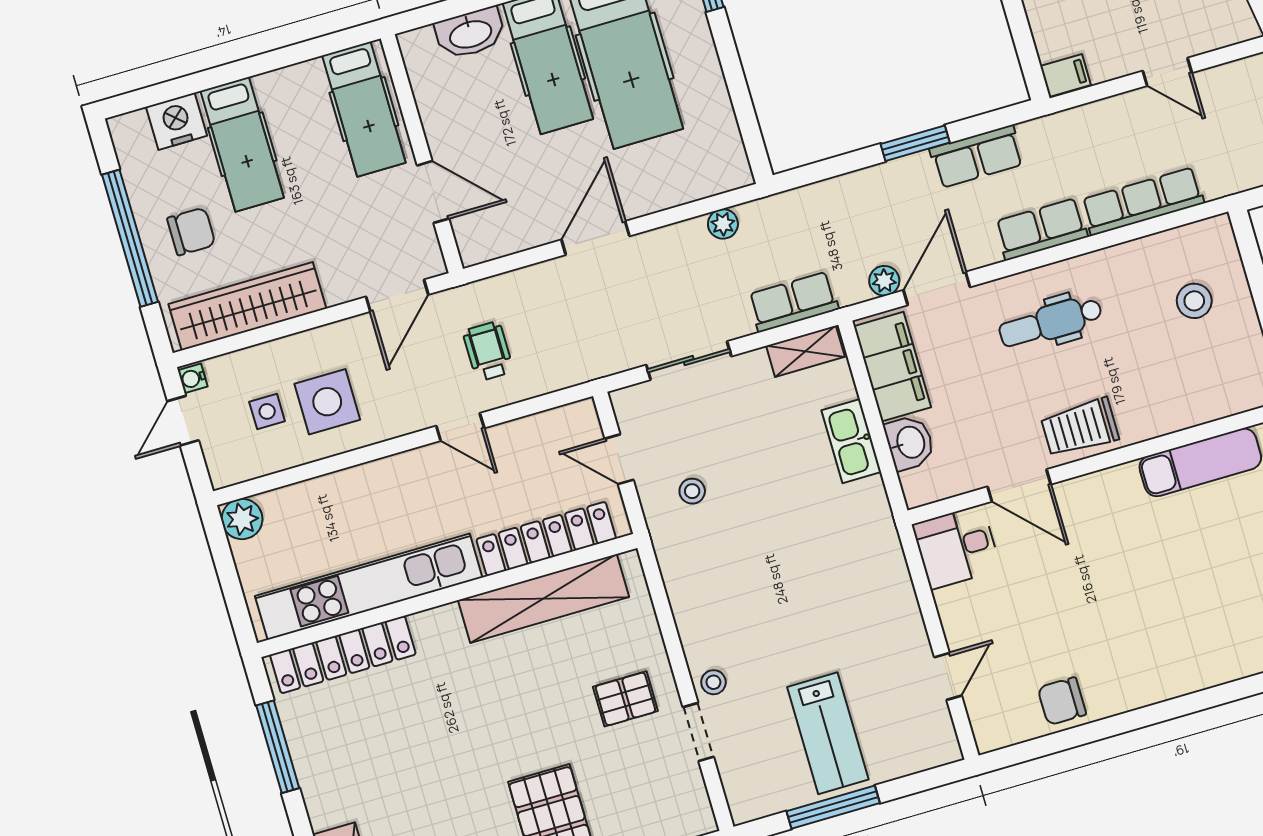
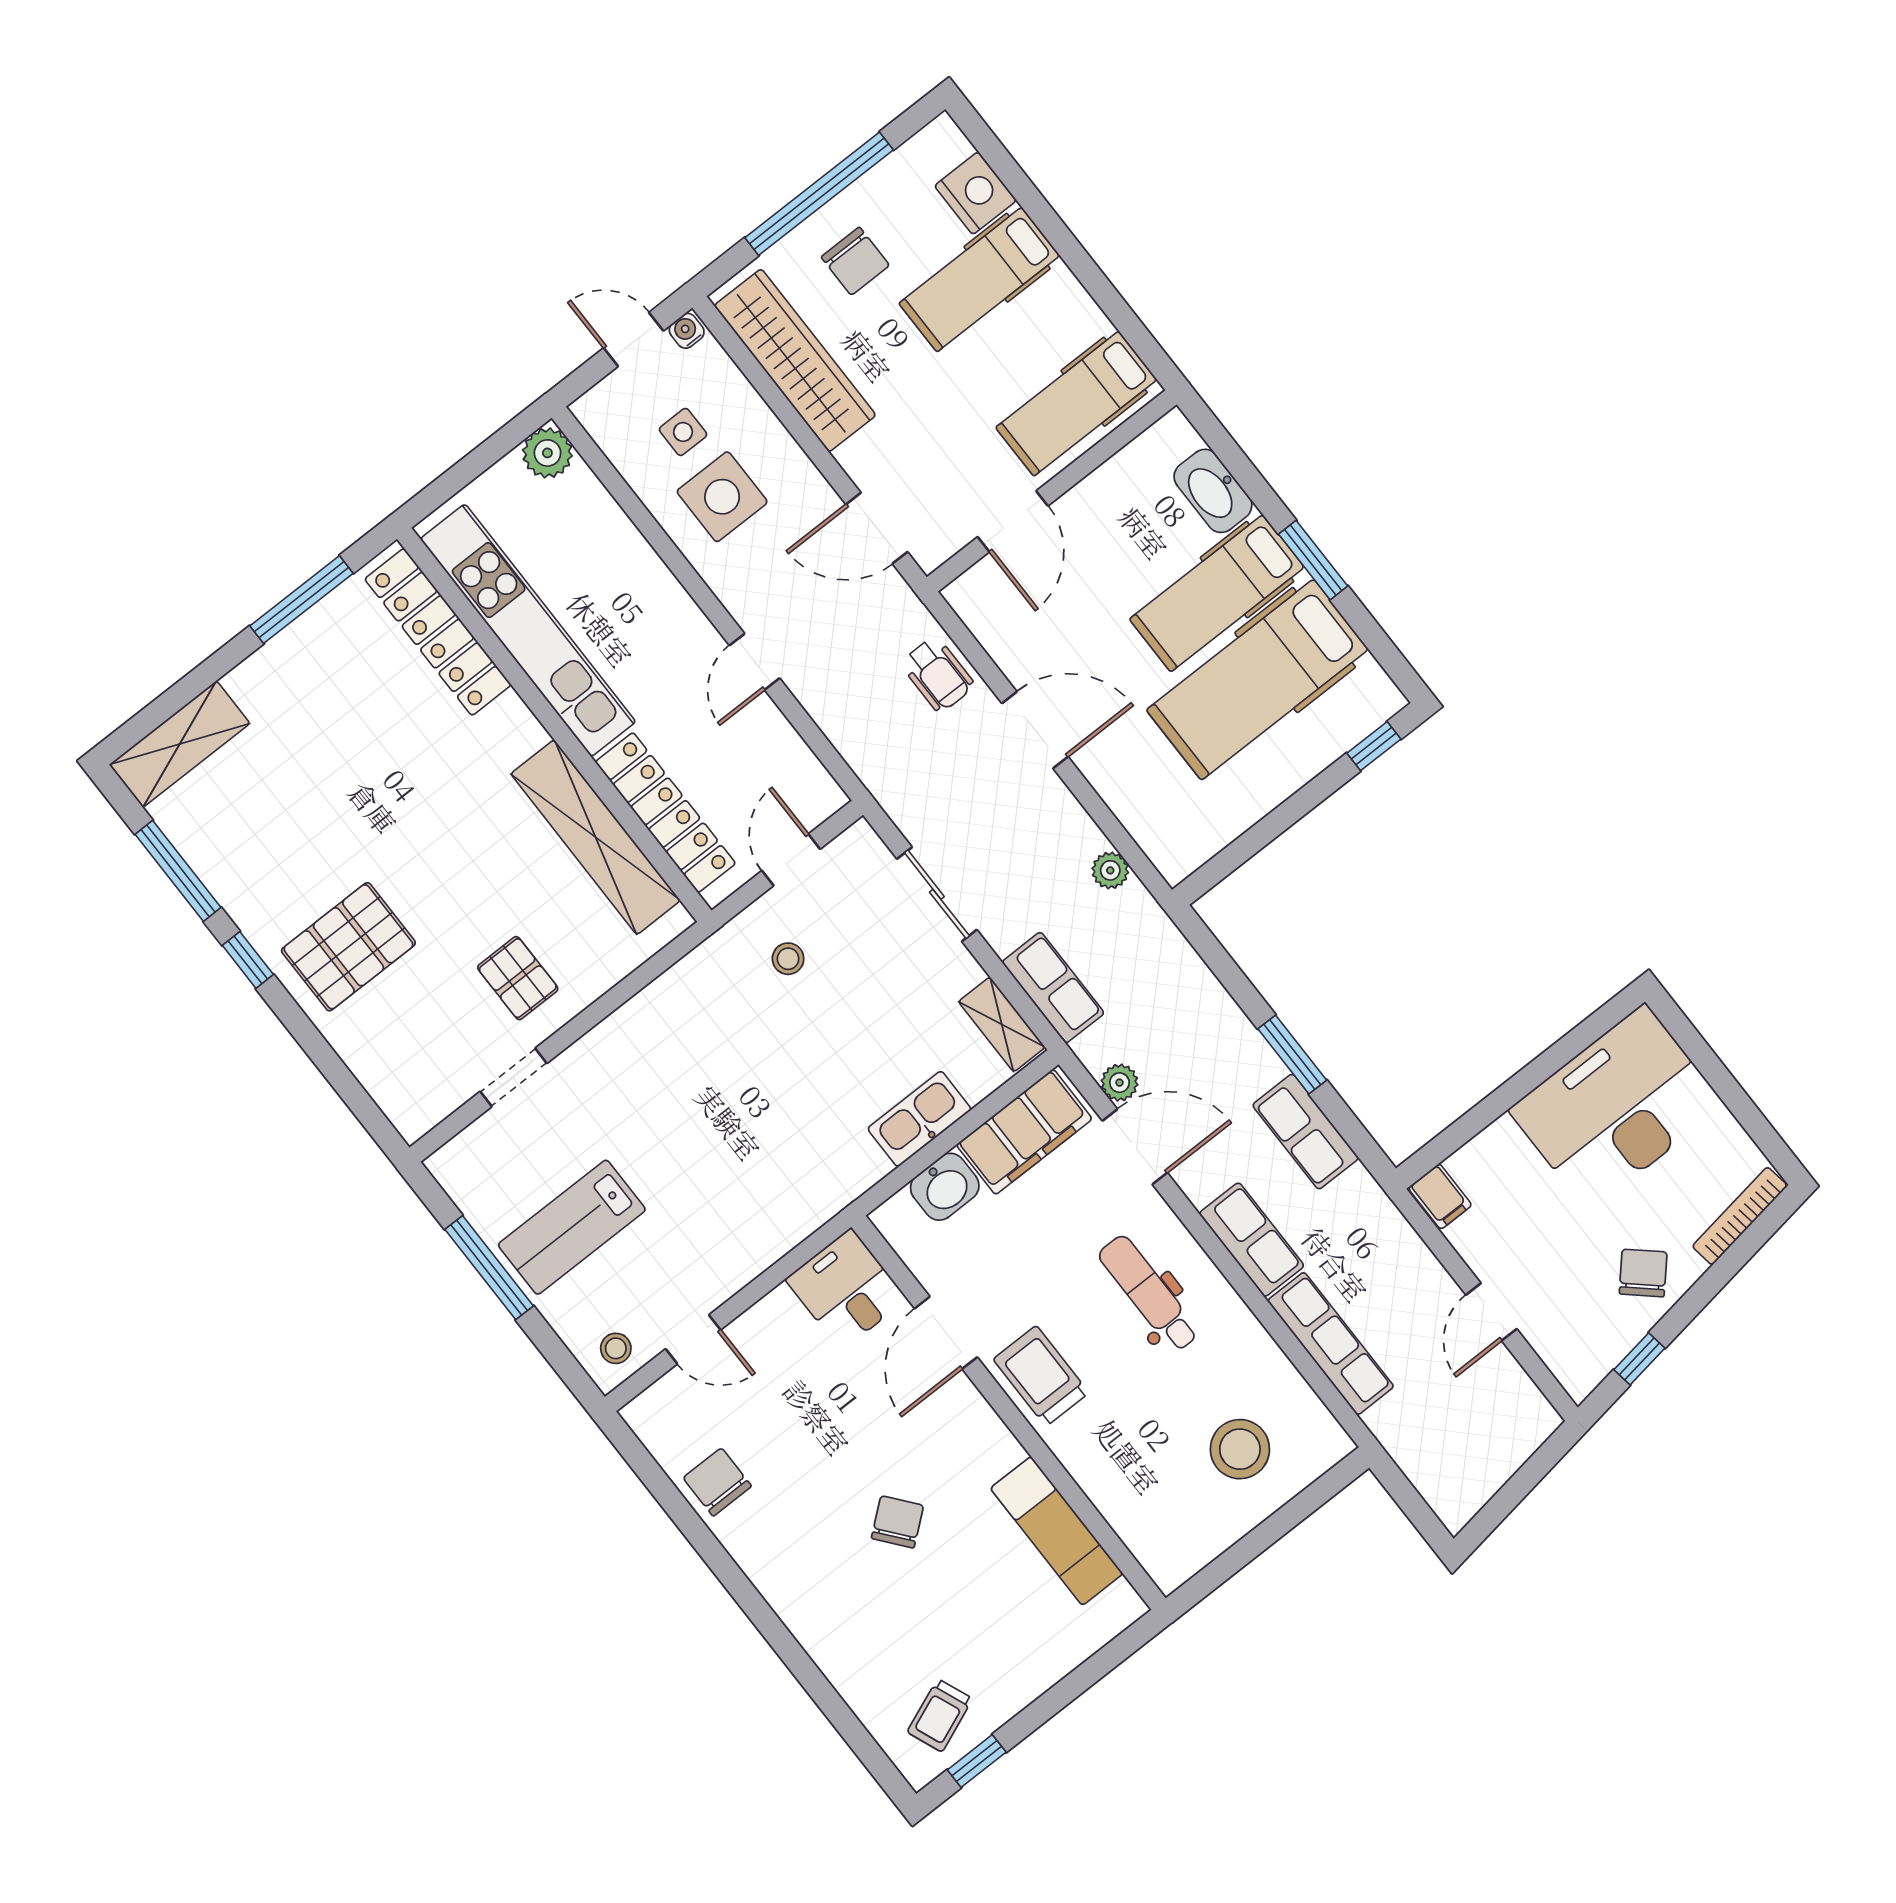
stool: (1194, 301) -> (1240, 1449), width x1.38, depth x1.38
wheelchair: (488, 351) -> (938, 674), moved, turned 90
chair: (1146, 579) -> (897, 1522), added
stool: (713, 682) -> (616, 1348), moved

